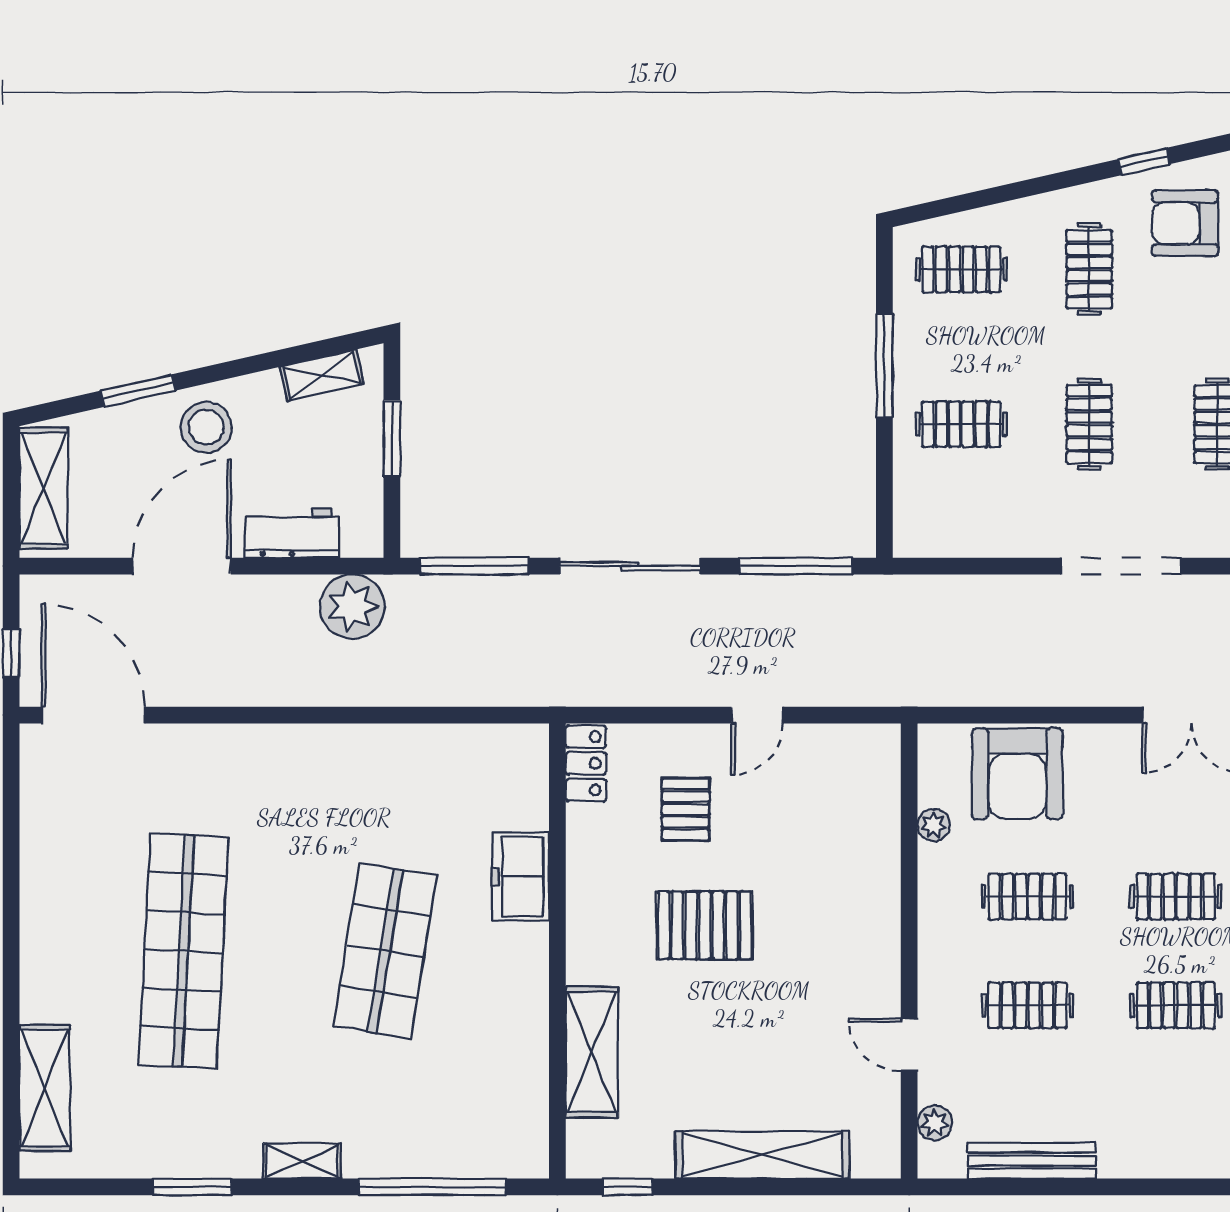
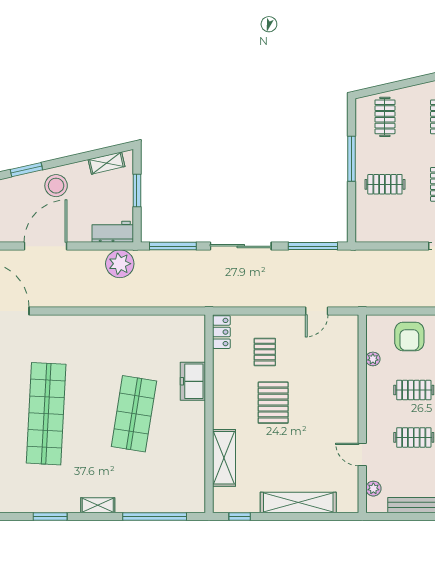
clothes rail: (961, 269) -> (385, 117), turned 90
workbench: (292, 533) -> (113, 232), moved
door: (757, 715) -> (317, 311), moved
armchair: (1017, 774) -> (409, 337), width x0.73, depth x0.73
pallet: (705, 925) -> (273, 403), turned 90

